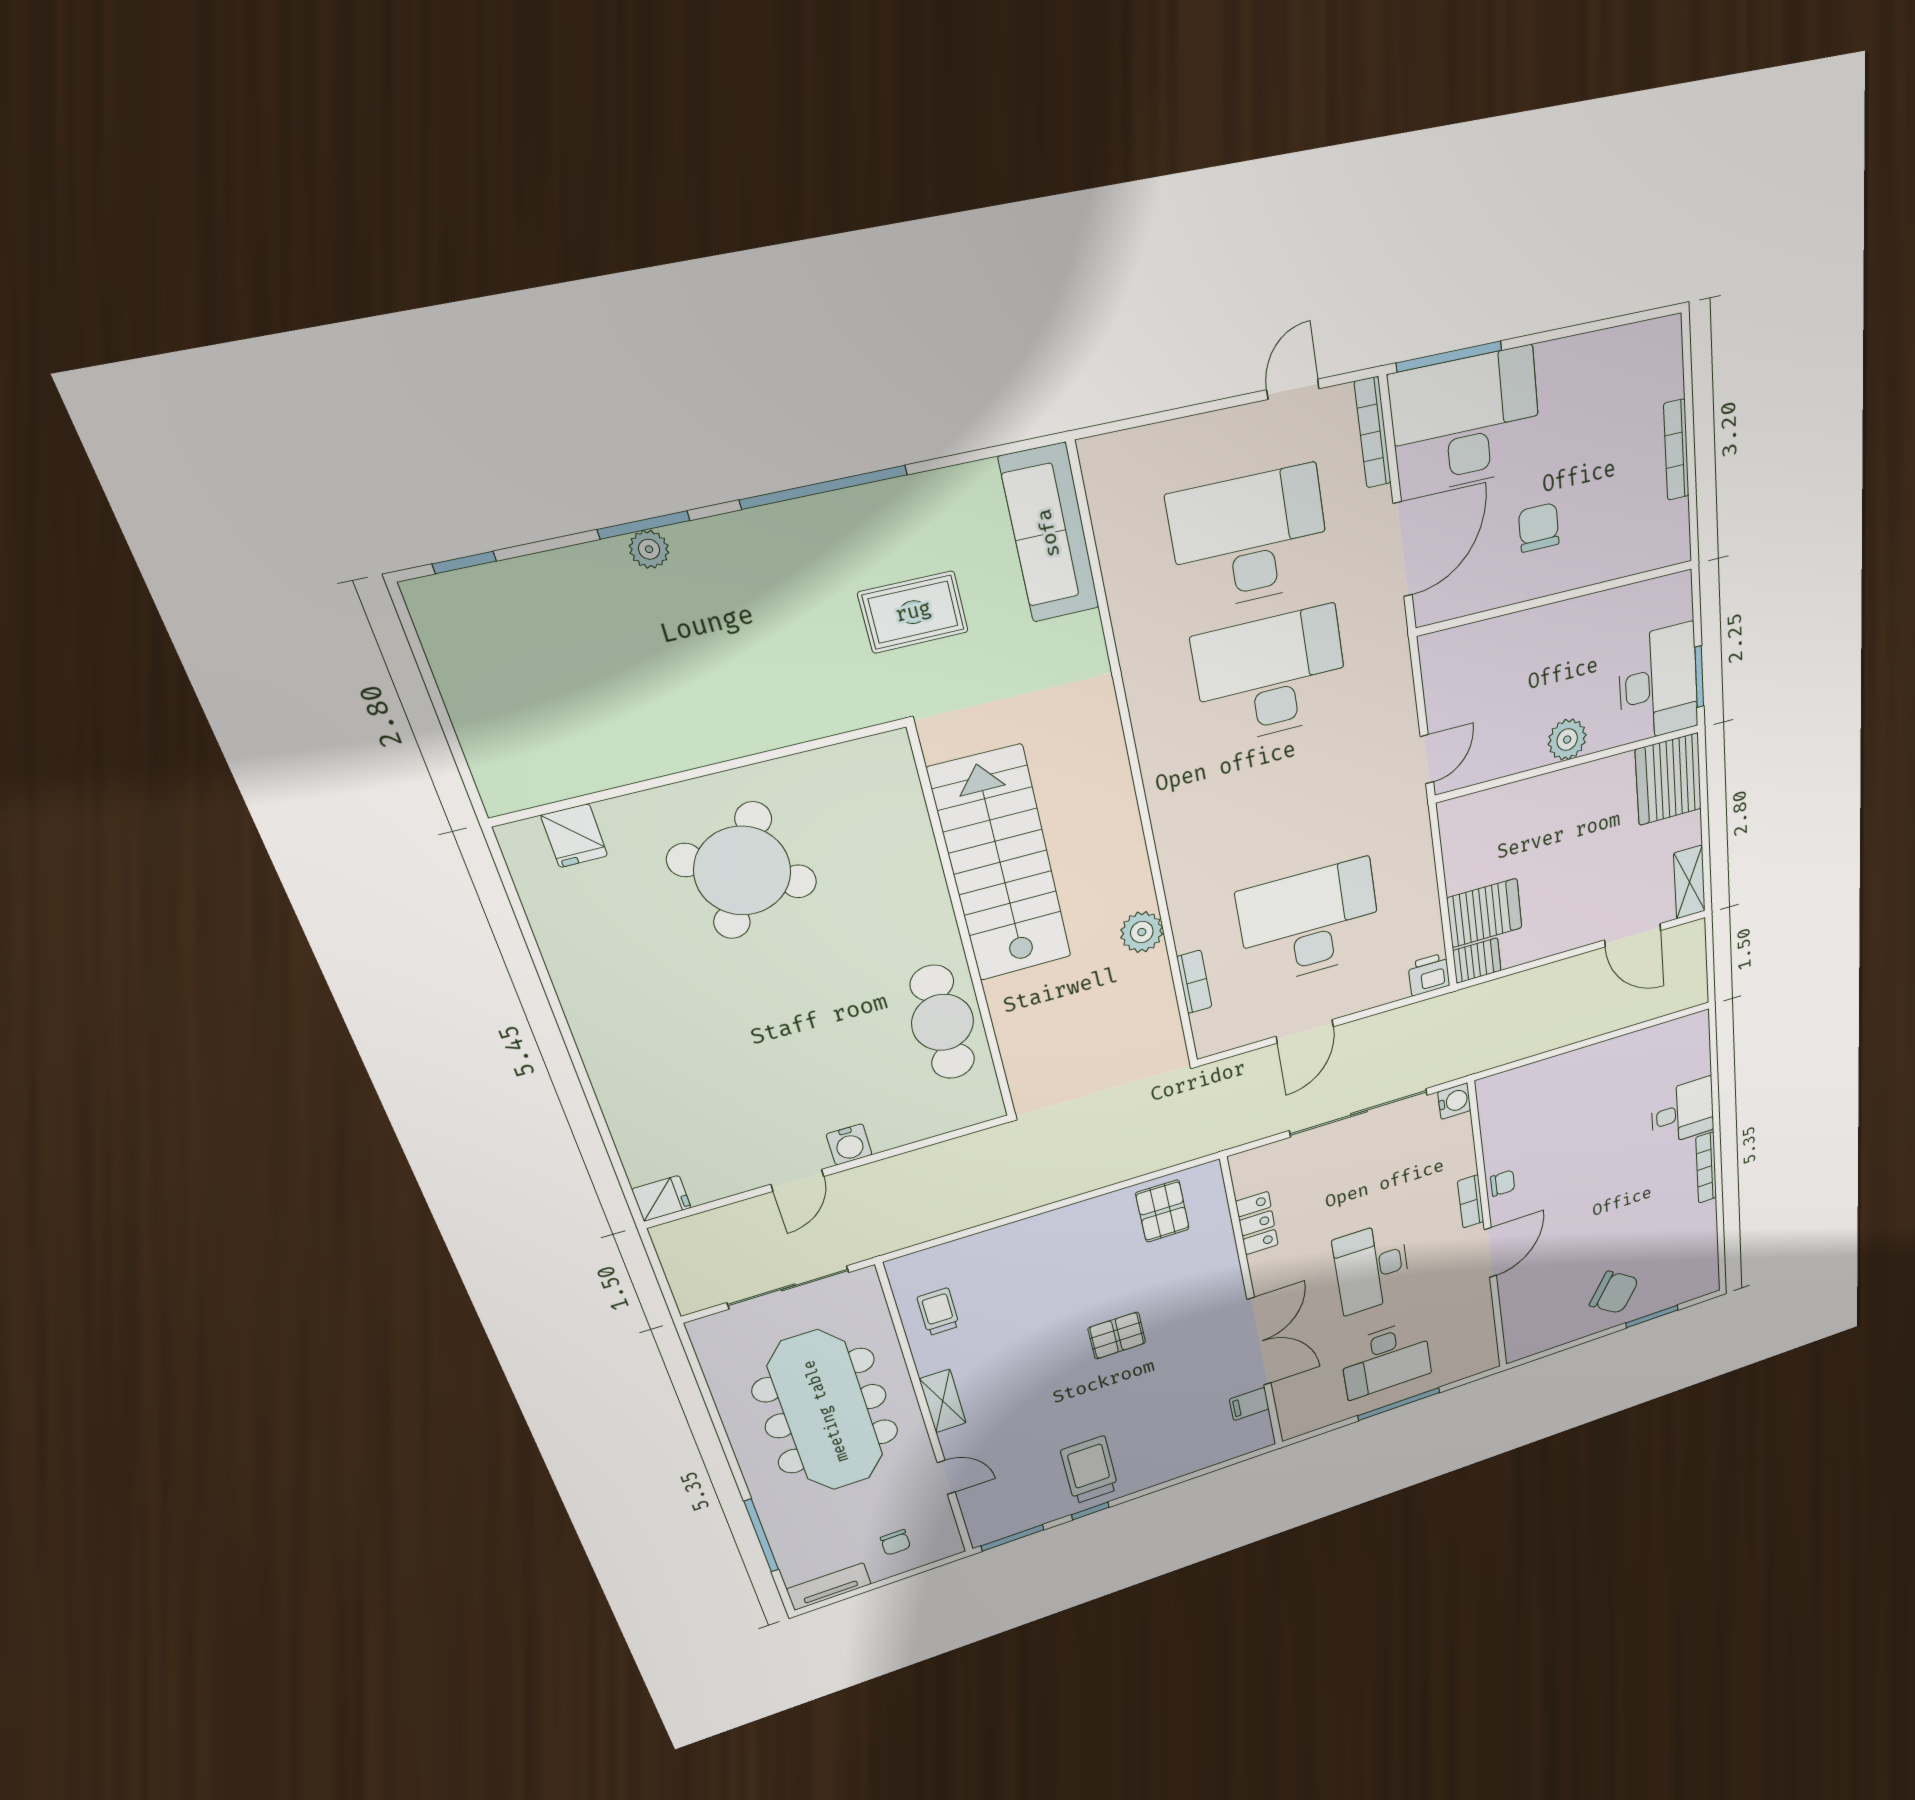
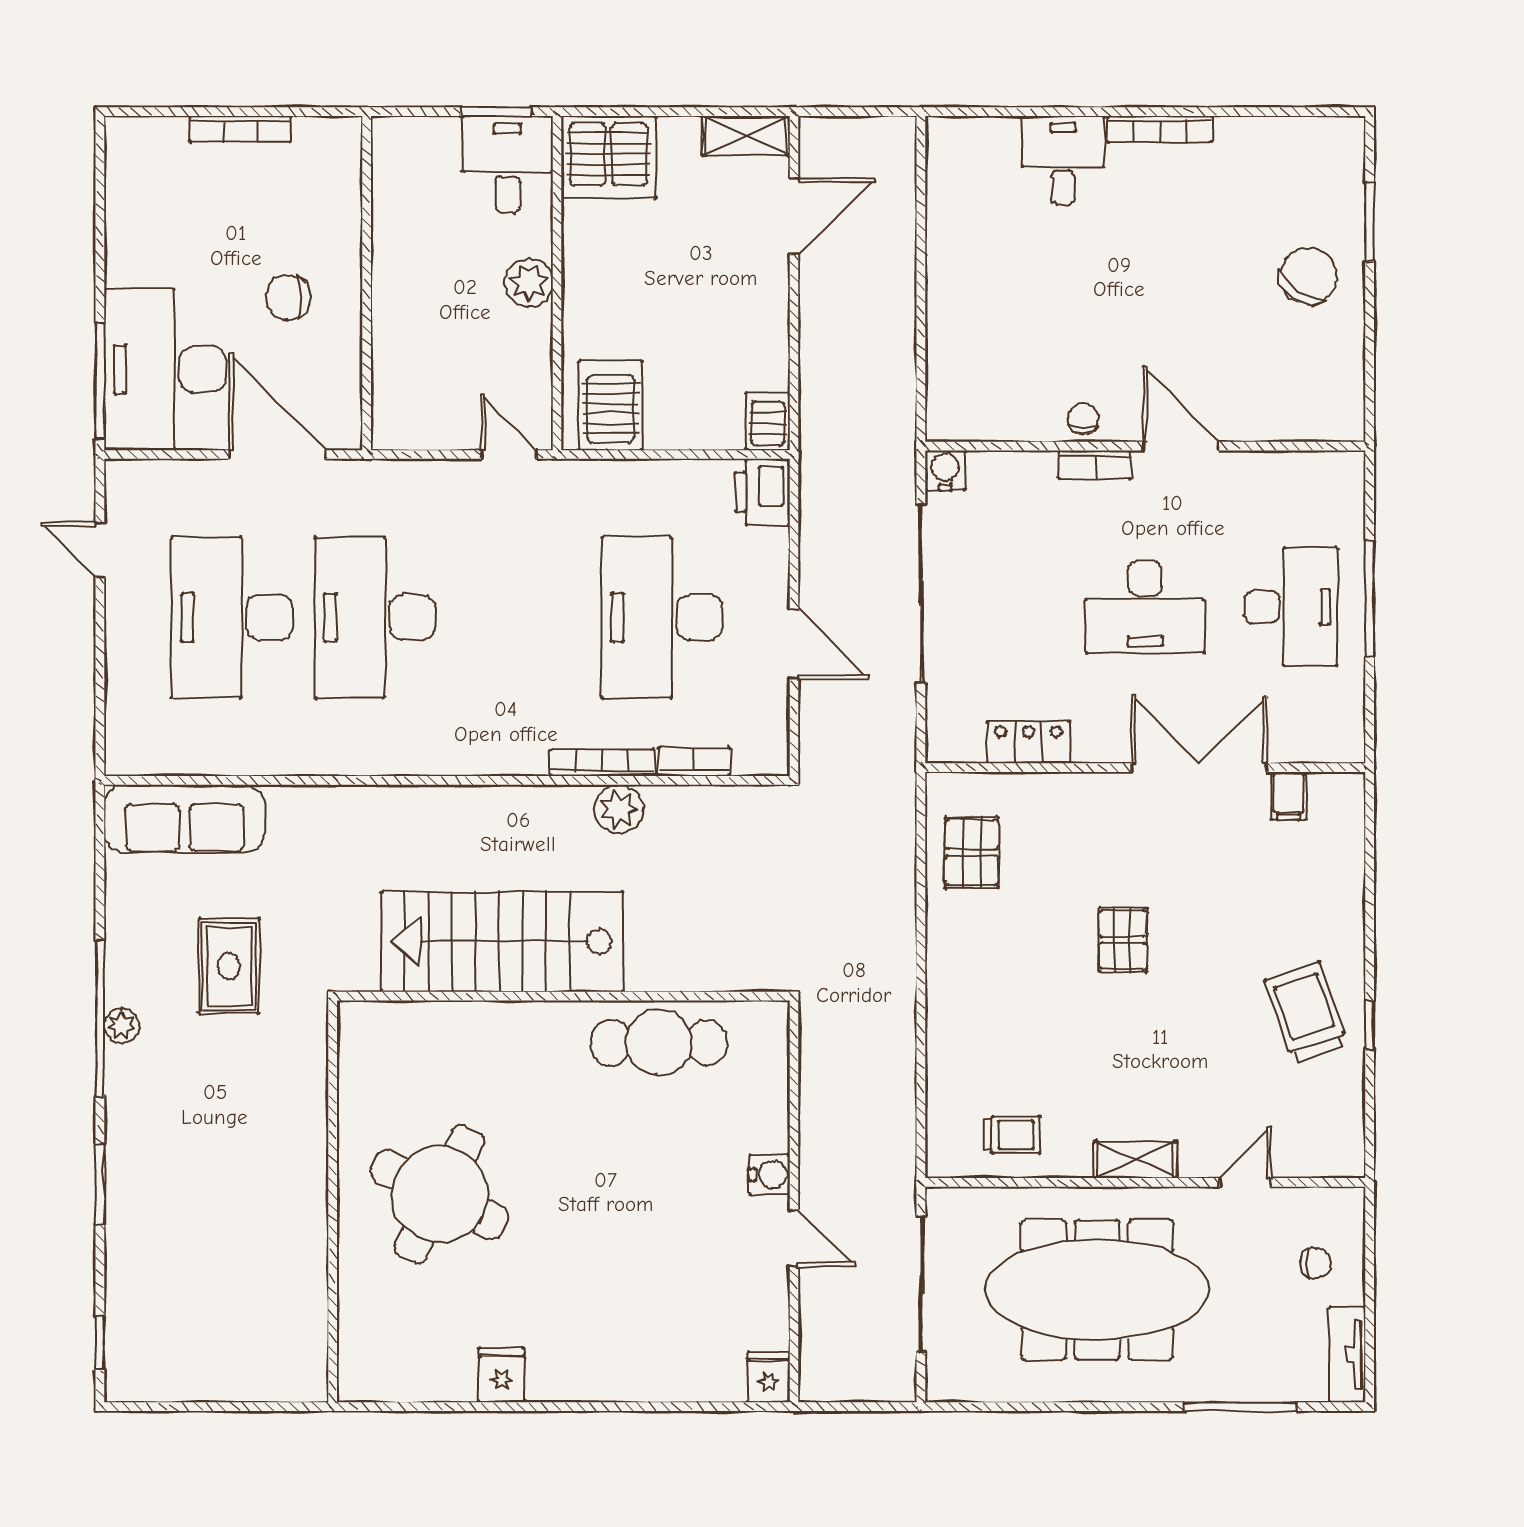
bookcase: (1373, 433) -> (602, 763), moved, turned 180
plant: (649, 549) -> (122, 1026), moved
desk: (1658, 683) -> (508, 165), width x0.73
fridge: (574, 836) -> (502, 1375), moved, turned -90
server rack: (1484, 913) -> (611, 405), moved
printer: (1429, 974) -> (762, 492), width x1.36, depth x1.24
pallet: (1162, 1211) -> (972, 852), turned 90
trolley: (938, 1312) -> (1012, 1135), turned 180
trolley: (1090, 1470) -> (1306, 1013), turned 71
window: (1013, 1538) -> (1370, 1127), removed

